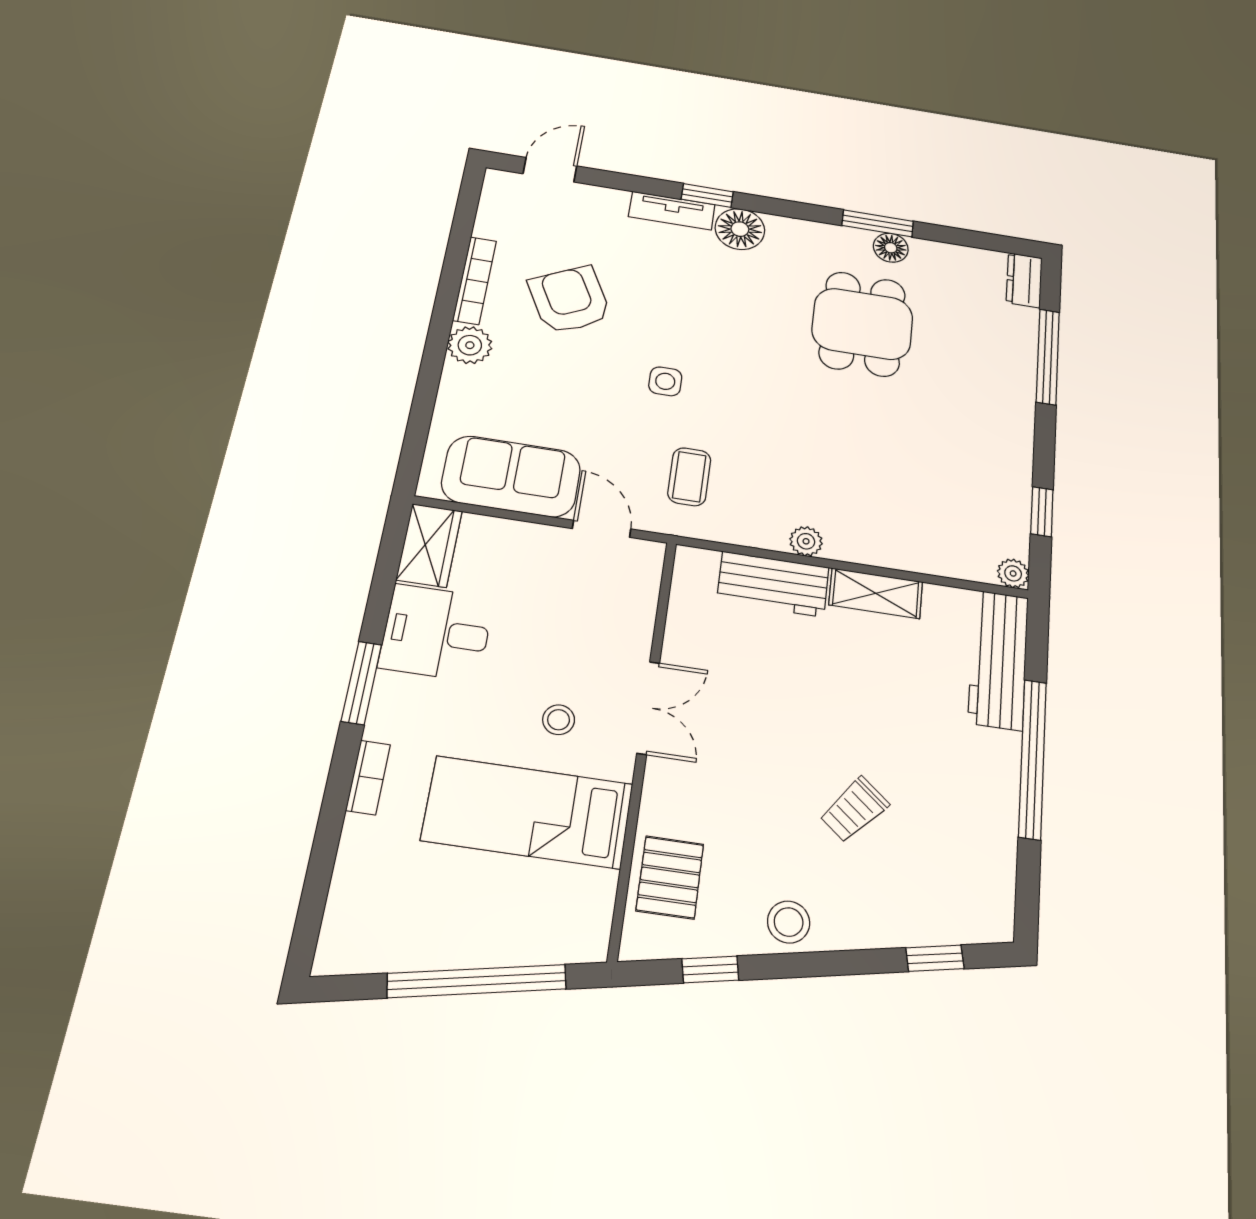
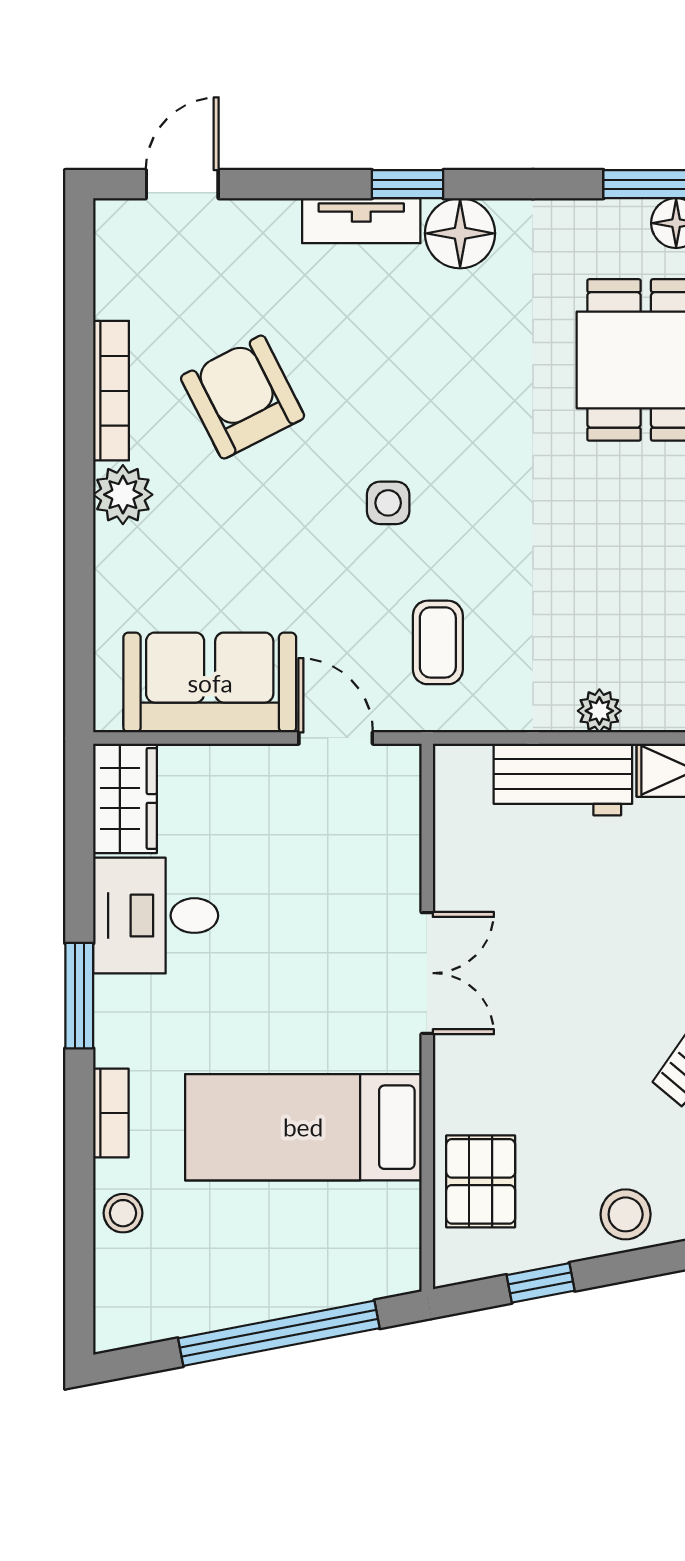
stool: (559, 720) -> (123, 1213), moved

